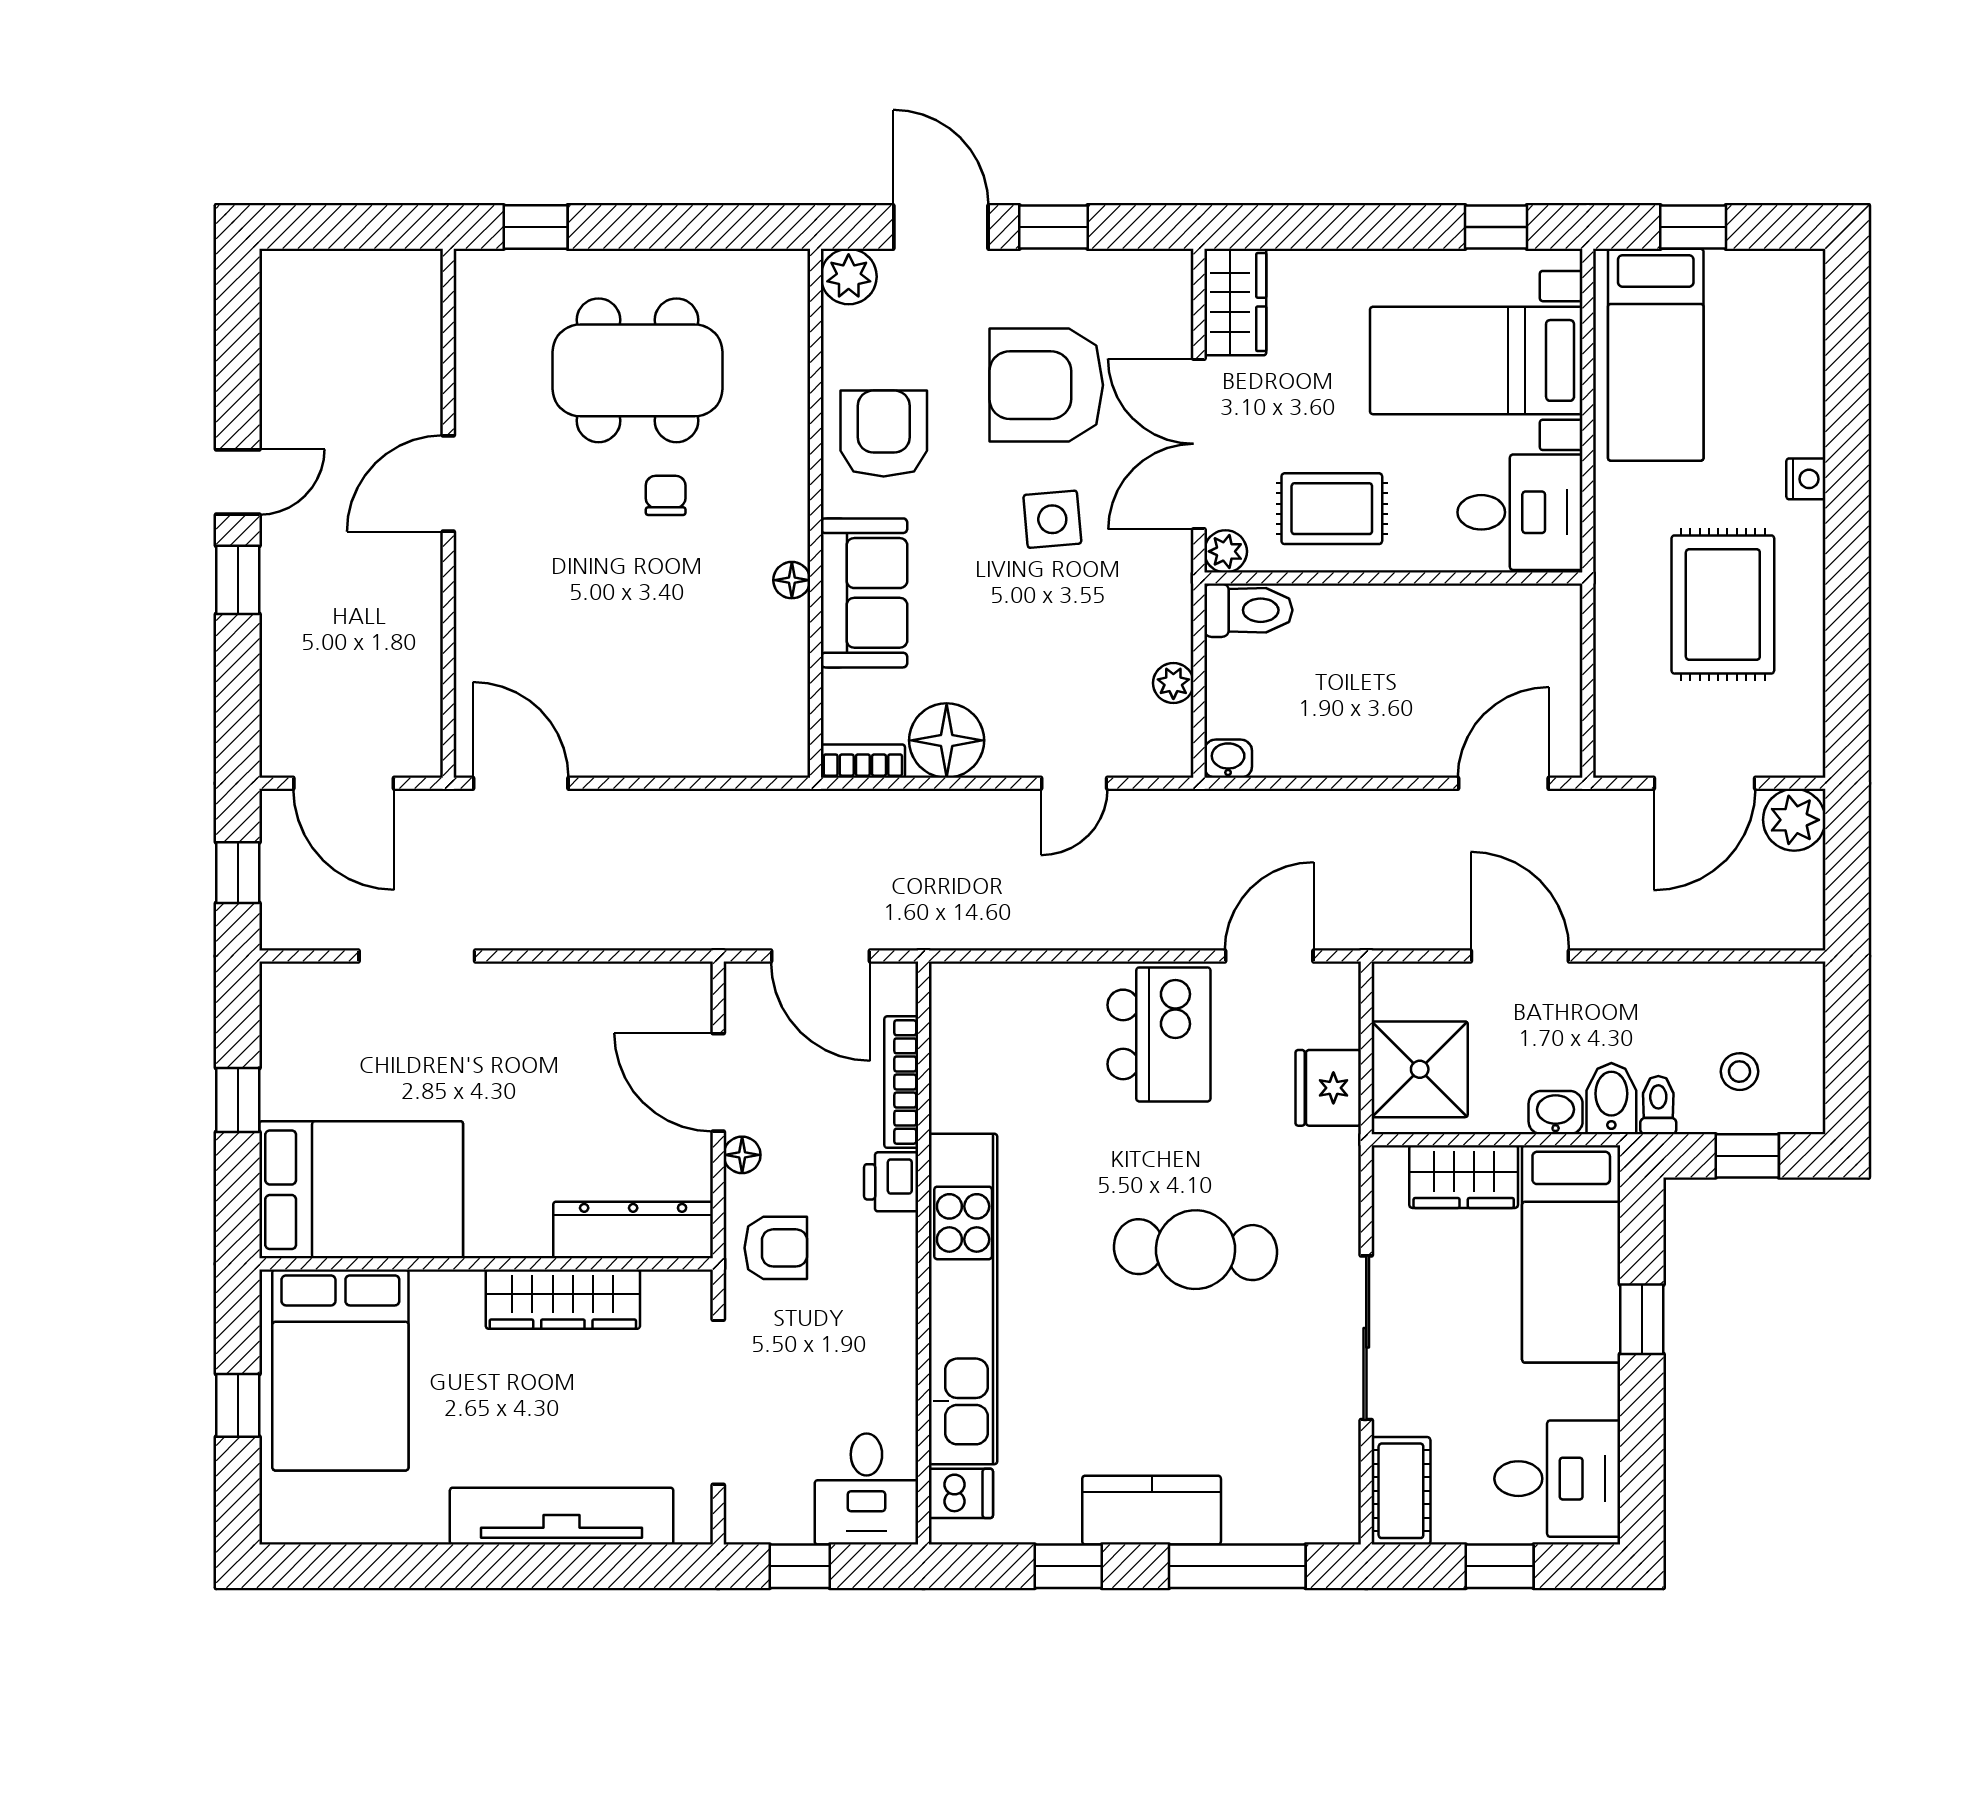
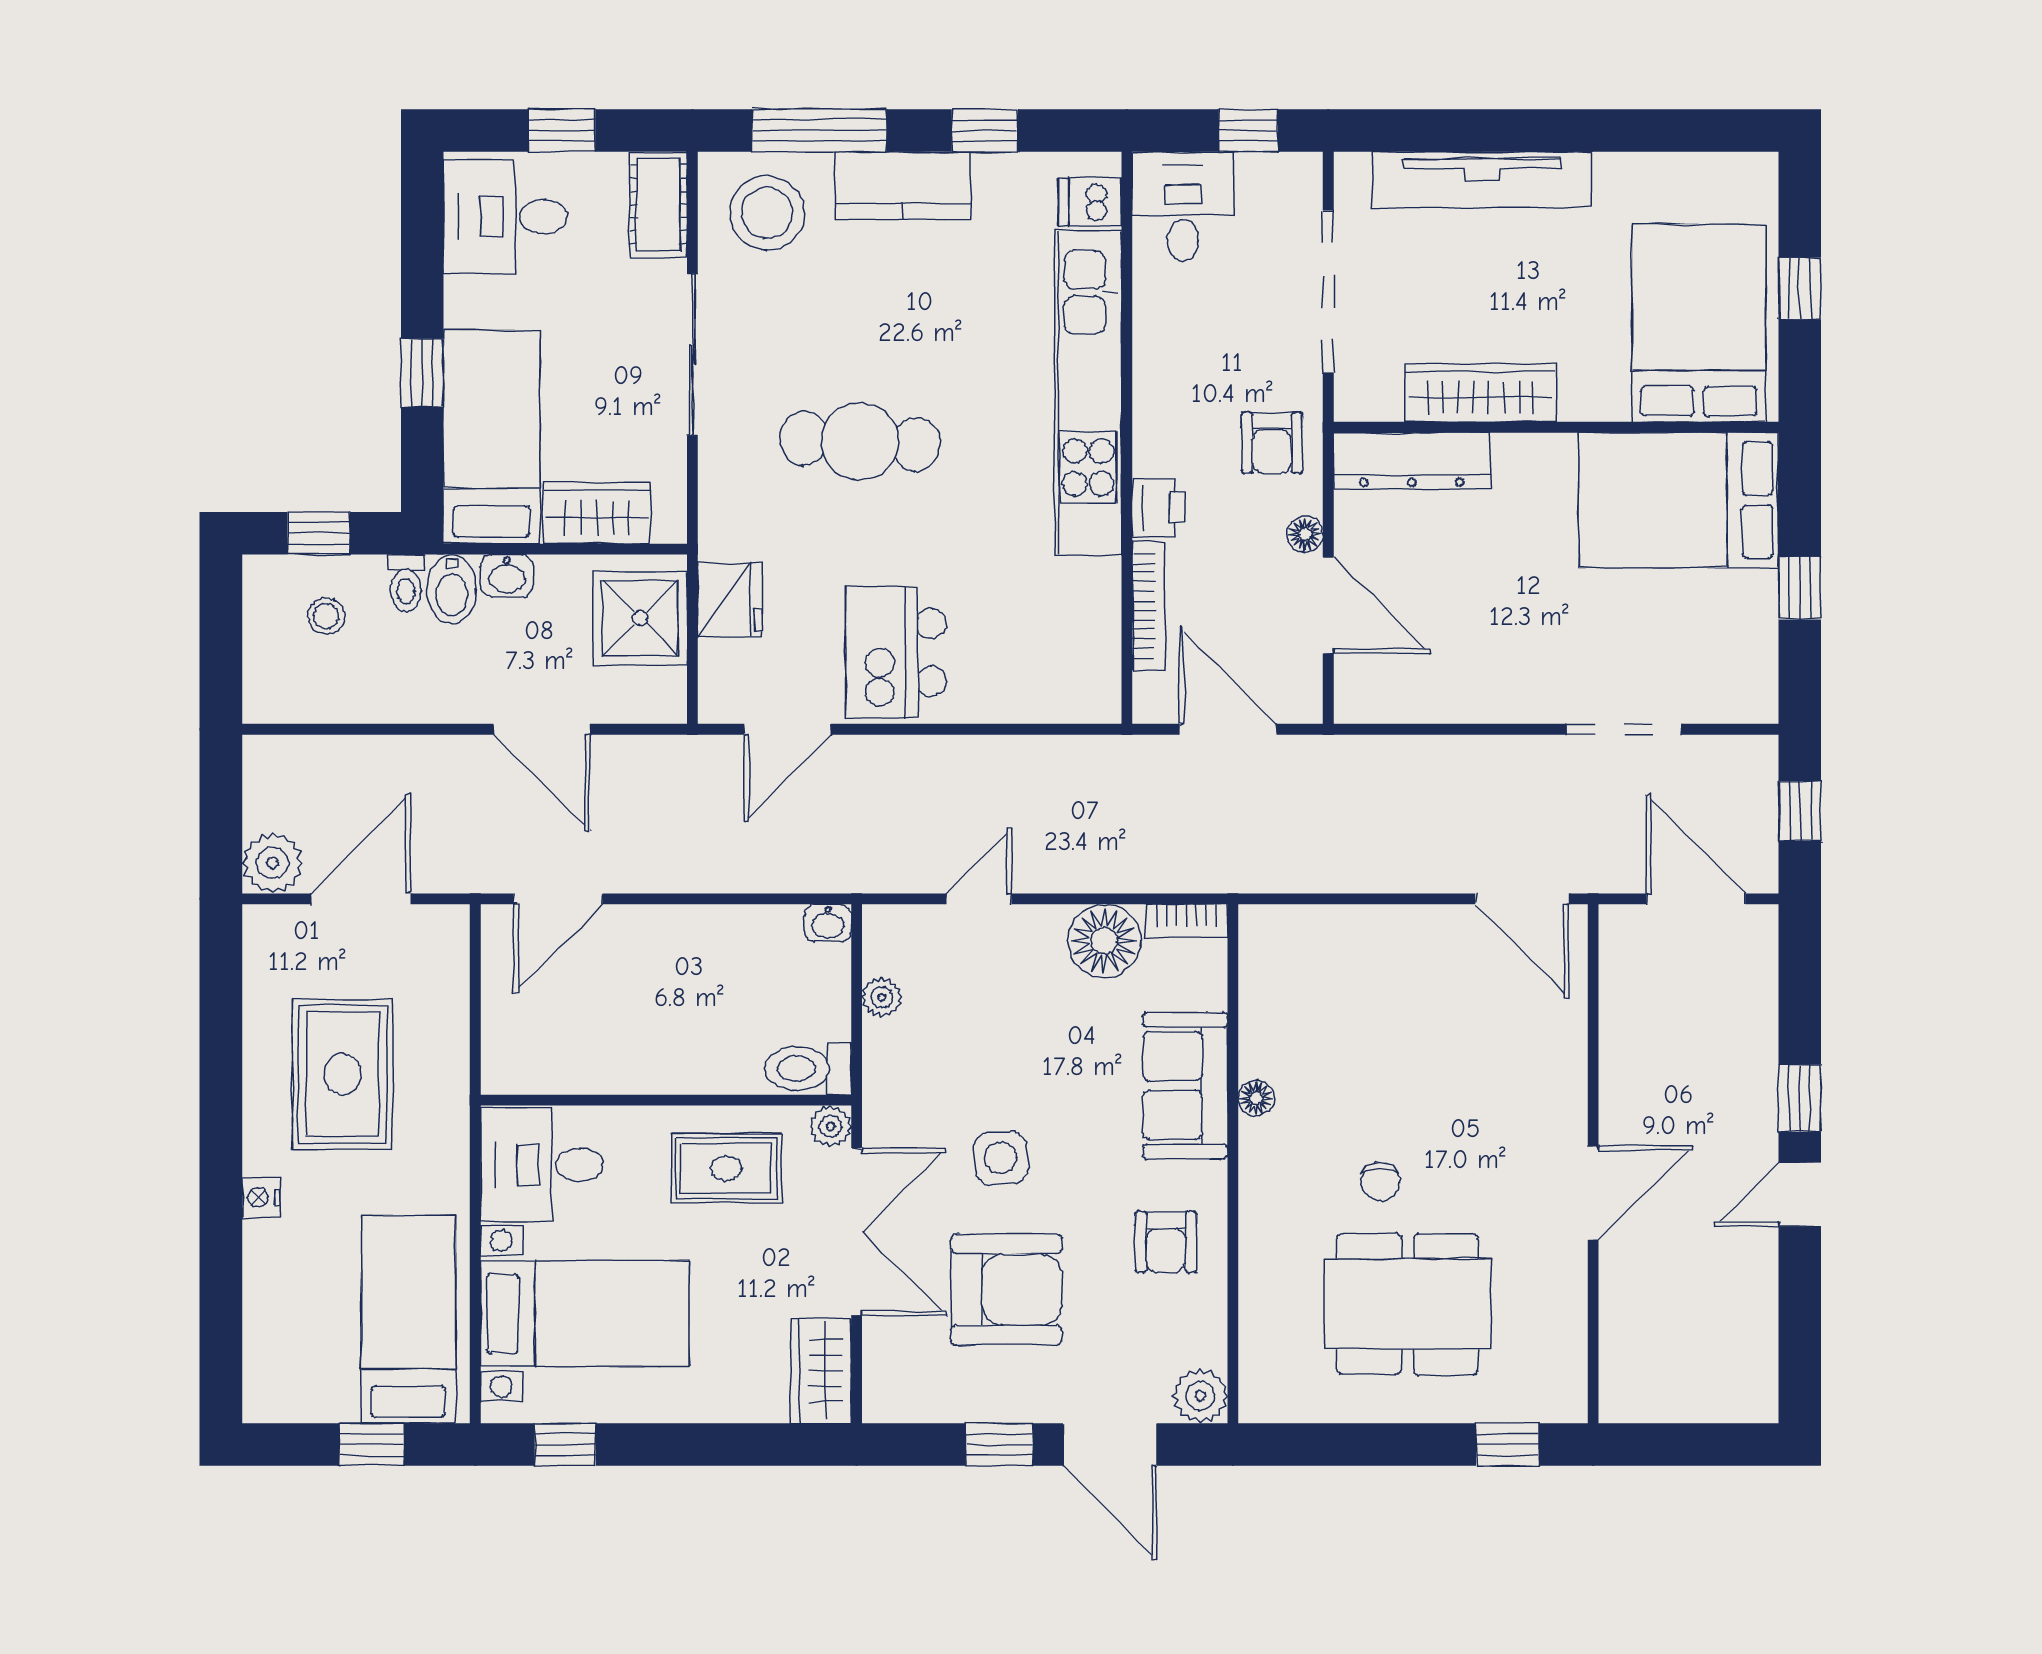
armchair: (884, 434) -> (1166, 1242), width x0.72, depth x0.72
armchair: (776, 1248) -> (1272, 443), turned -90
stool: (1290, 1482) -> (767, 213), added

